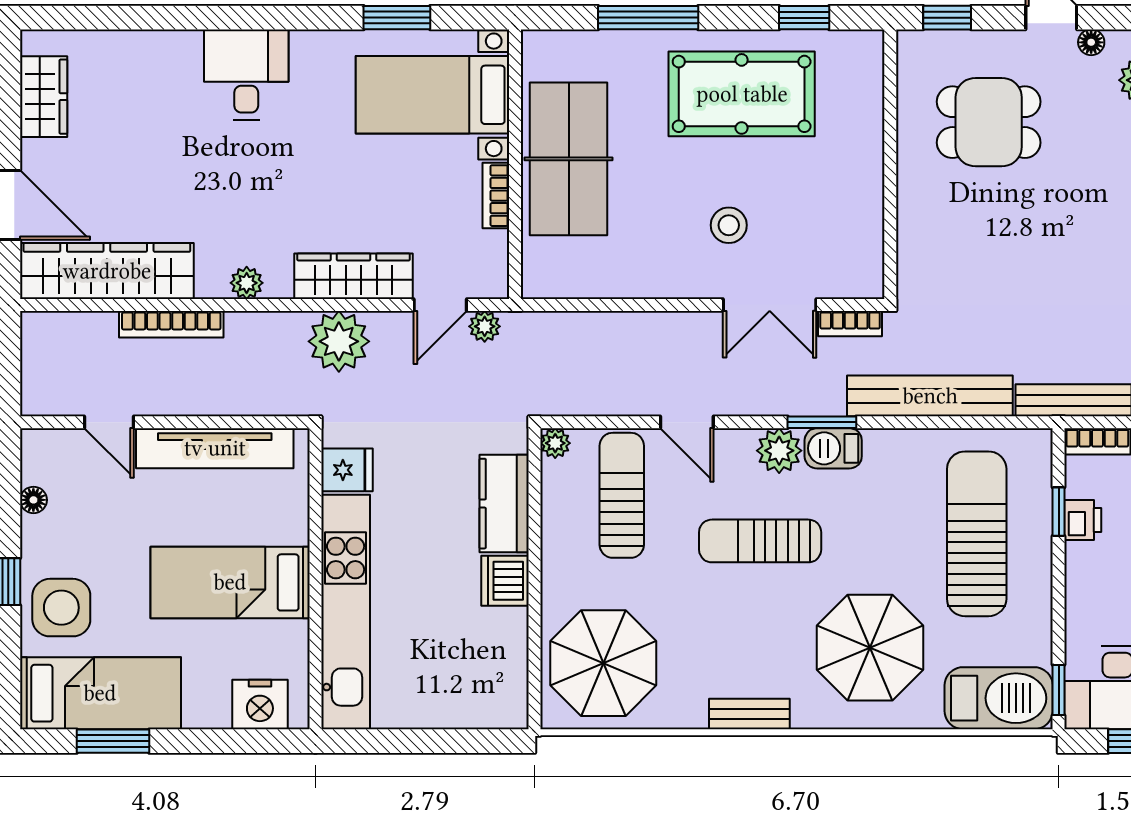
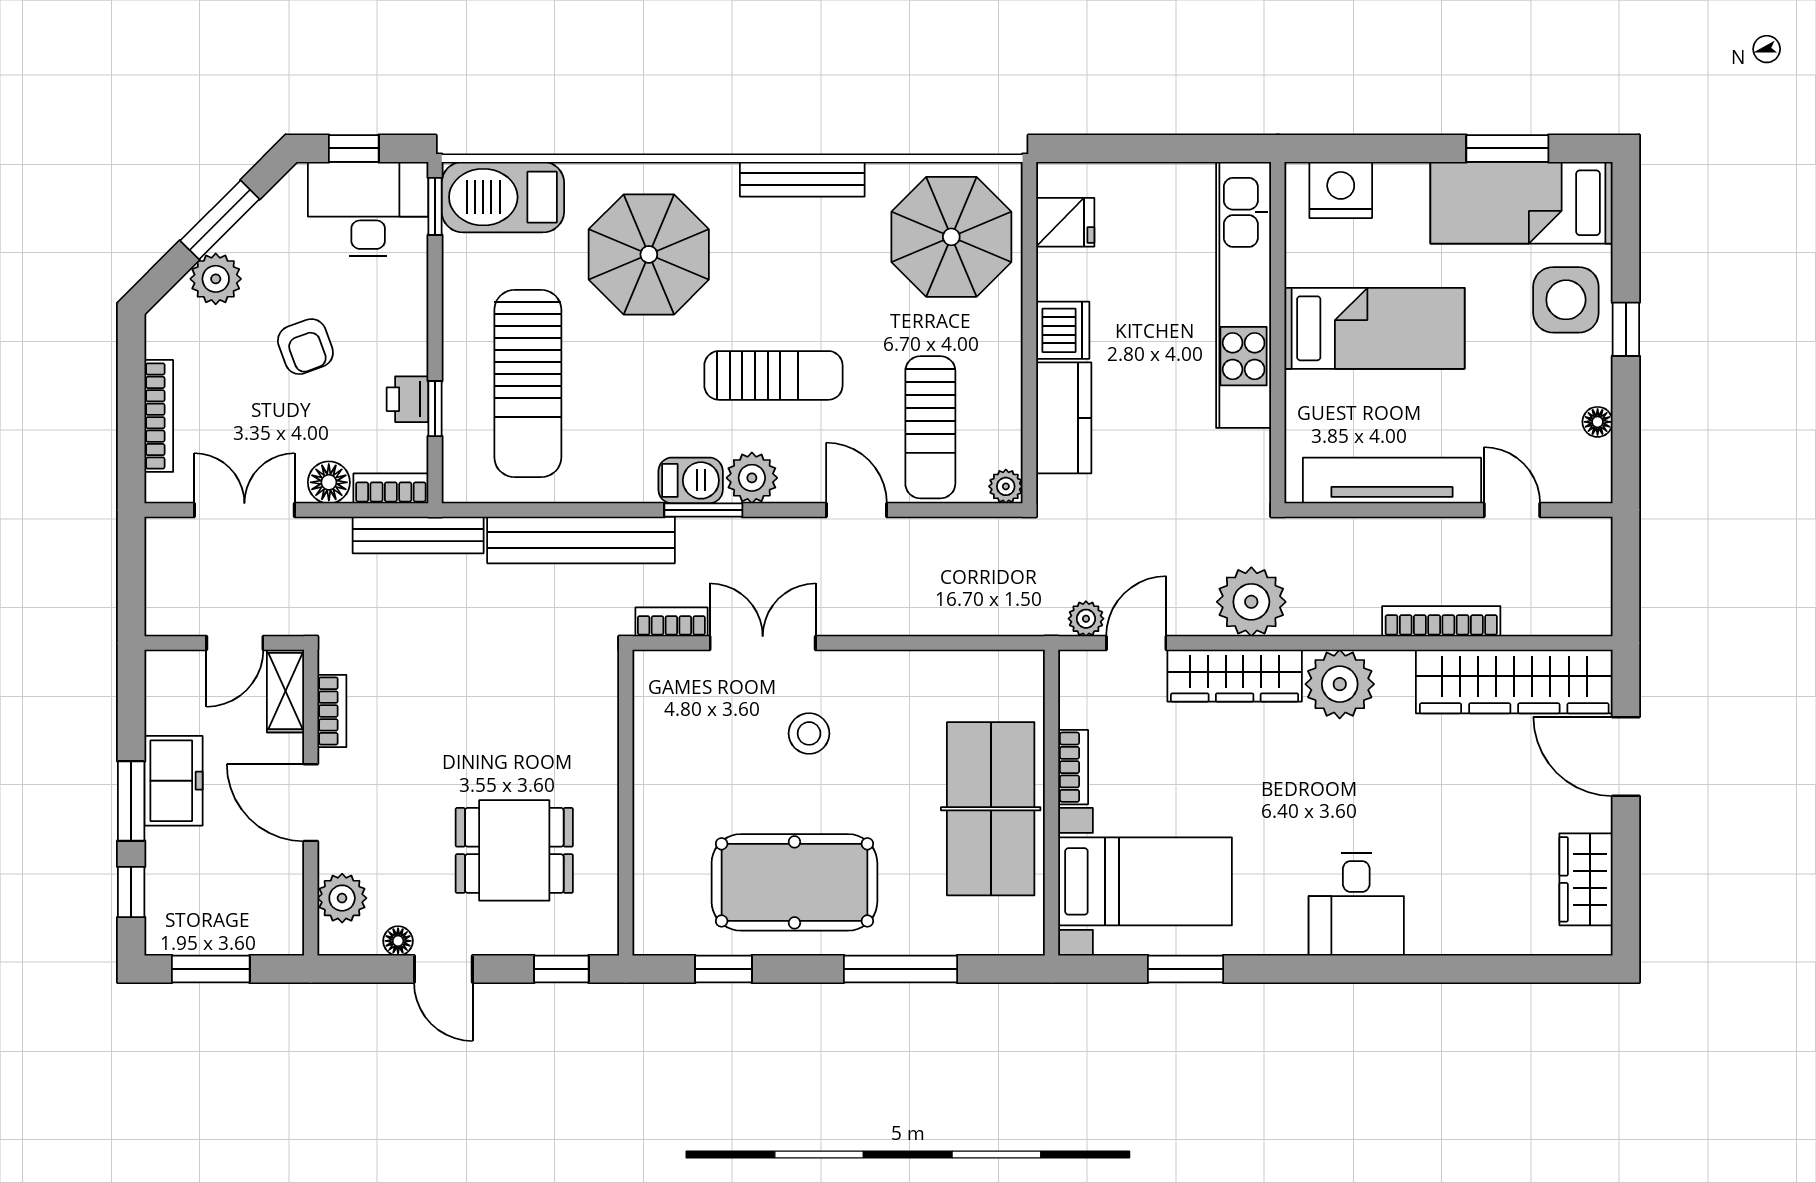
plant: (247, 283) -> (1340, 684), width x1.88, depth x1.88
fridge: (347, 470) -> (1065, 222), moved, turned 180
bench: (749, 714) -> (802, 179), width x1.36

